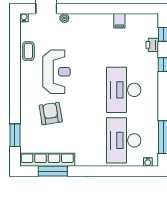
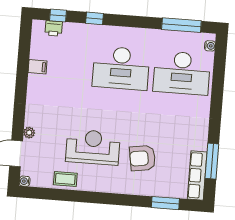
printer: (152, 45) -> (54, 28), moved
row of seats: (47, 160) -> (197, 175), width x0.73

